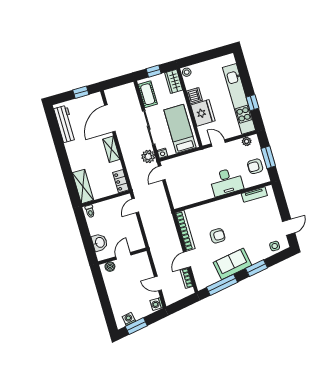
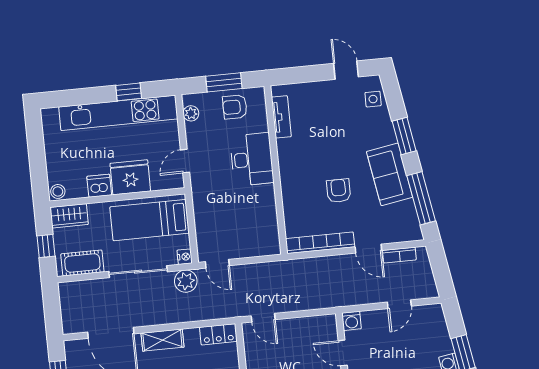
armchair: (255, 166) -> (235, 107), turned 90
washing machine: (157, 304) -> (352, 321), moved

